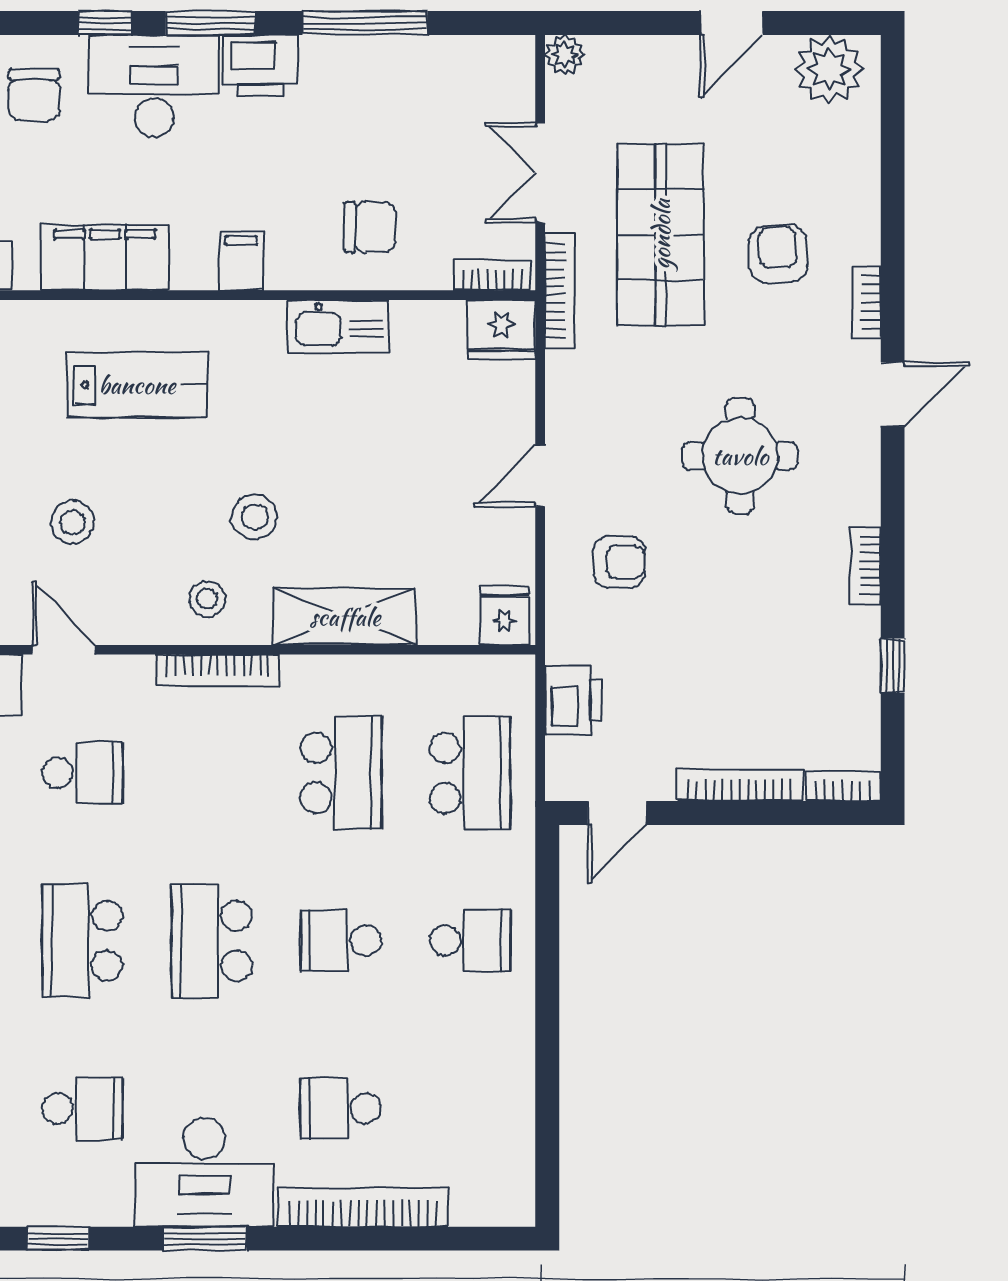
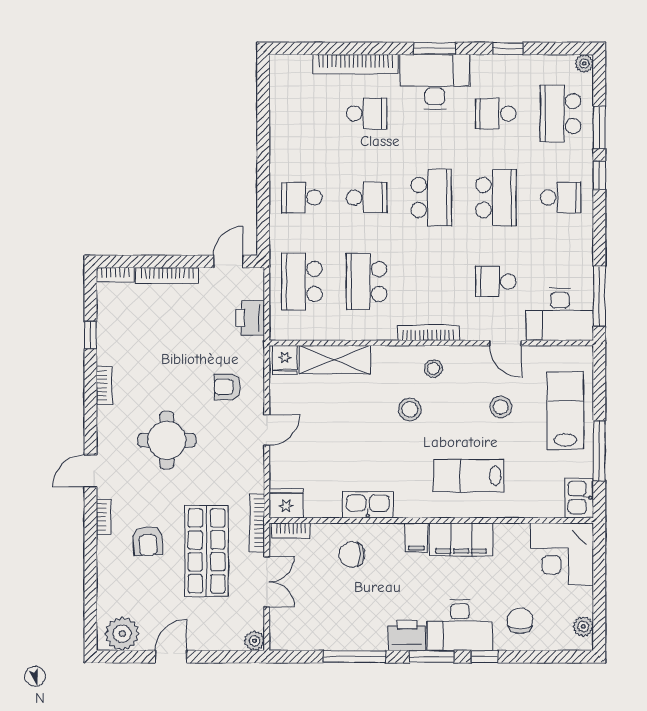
filing cabinet: (105, 257) -> (461, 539), moved
shelving: (345, 617) -> (335, 360), moved

